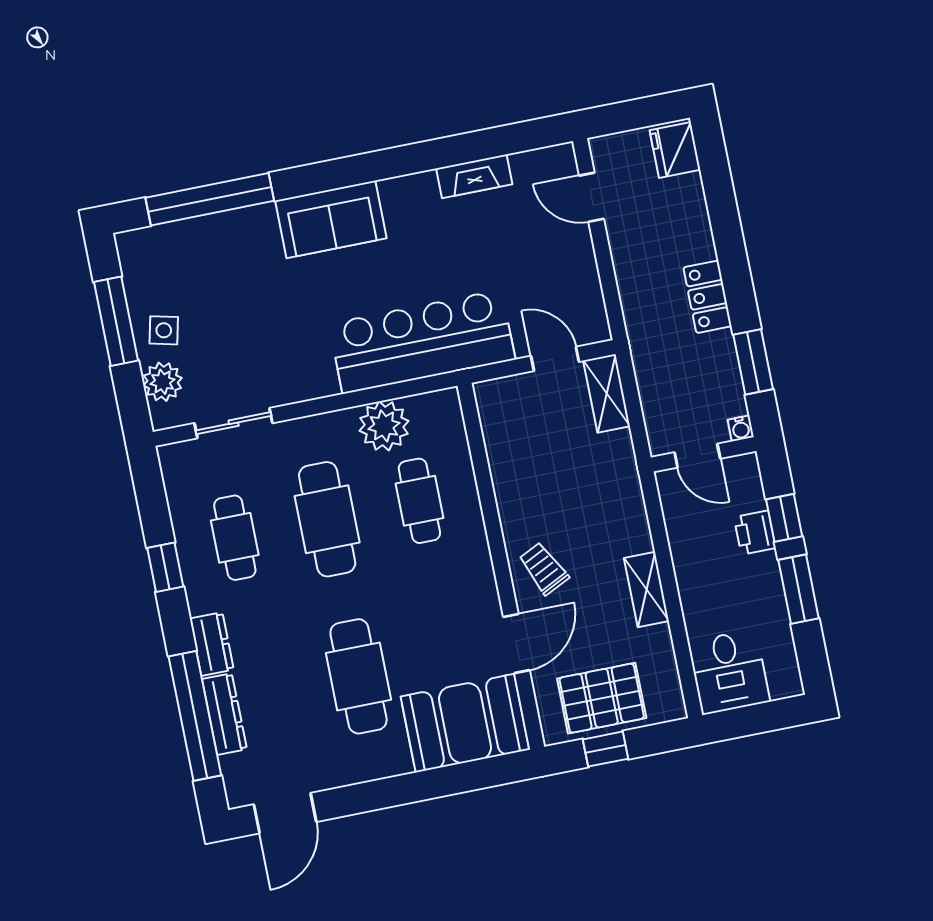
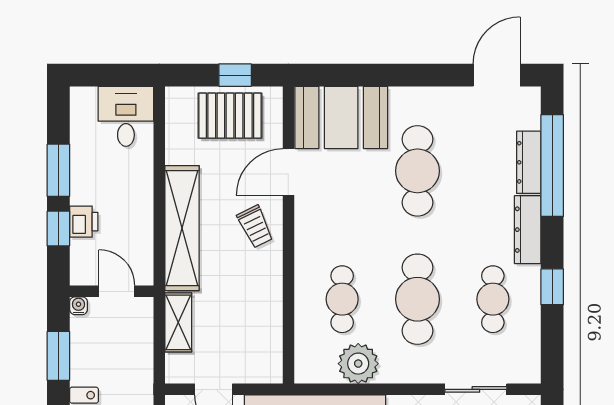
shelving: (607, 393) -> (178, 322), moved
shelving: (646, 589) -> (182, 228), width x2.20, depth x1.33
dresser: (212, 644) -> (528, 230), width x1.44

